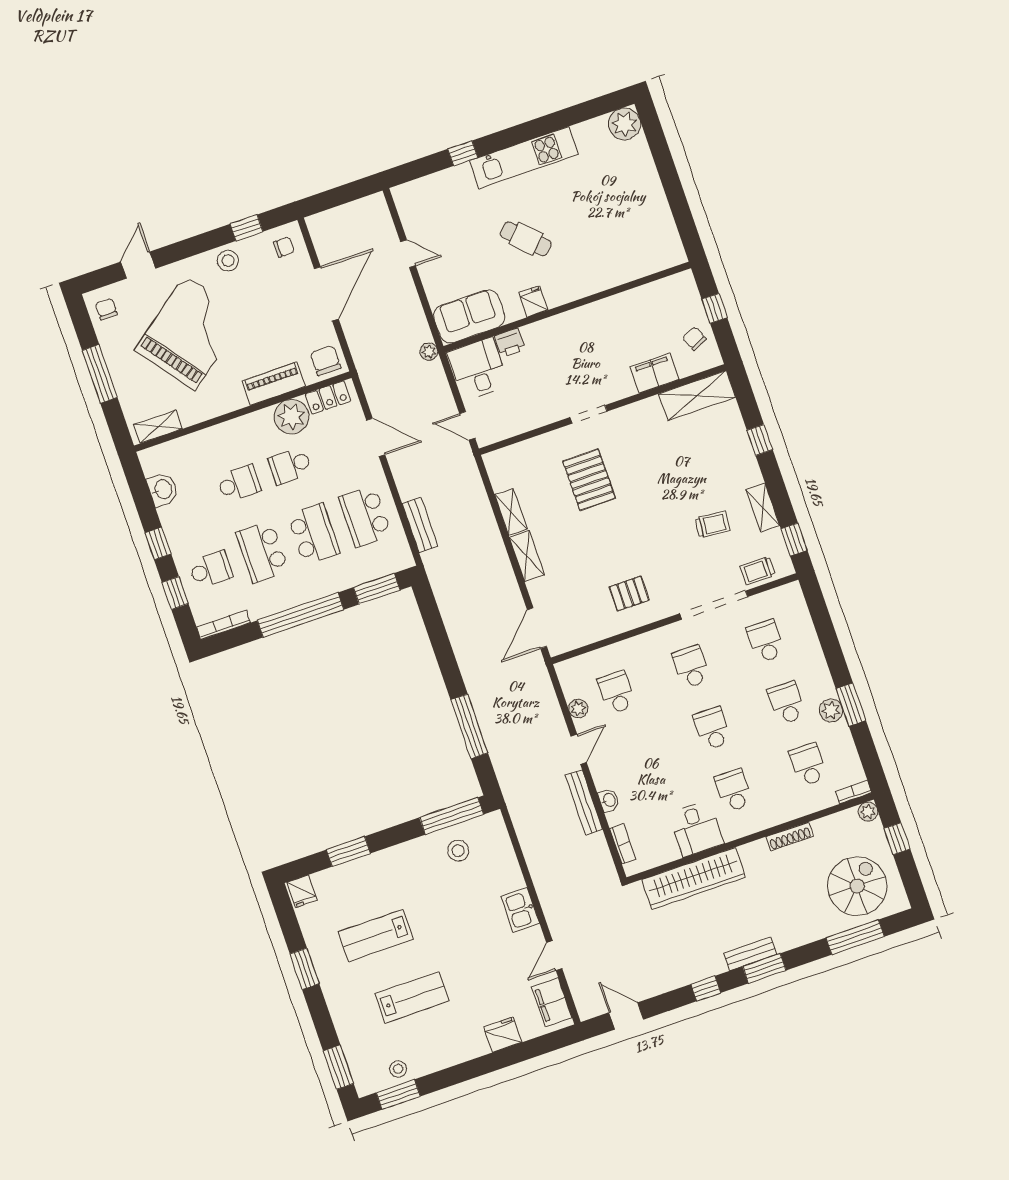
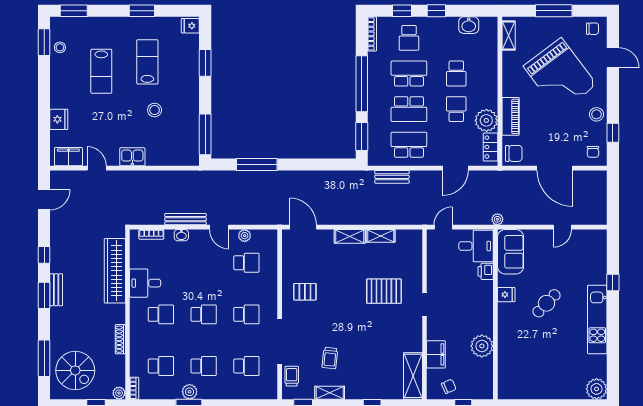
plant: (620, 311) -> (482, 346), added
pallet: (629, 593) -> (305, 292), turned 90
stool: (458, 851) -> (155, 110), moved

